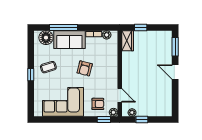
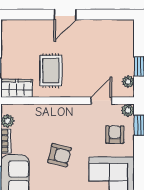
window: (175, 47) -> (26, 15), removed
rug: (139, 63) -> (51, 71), added

